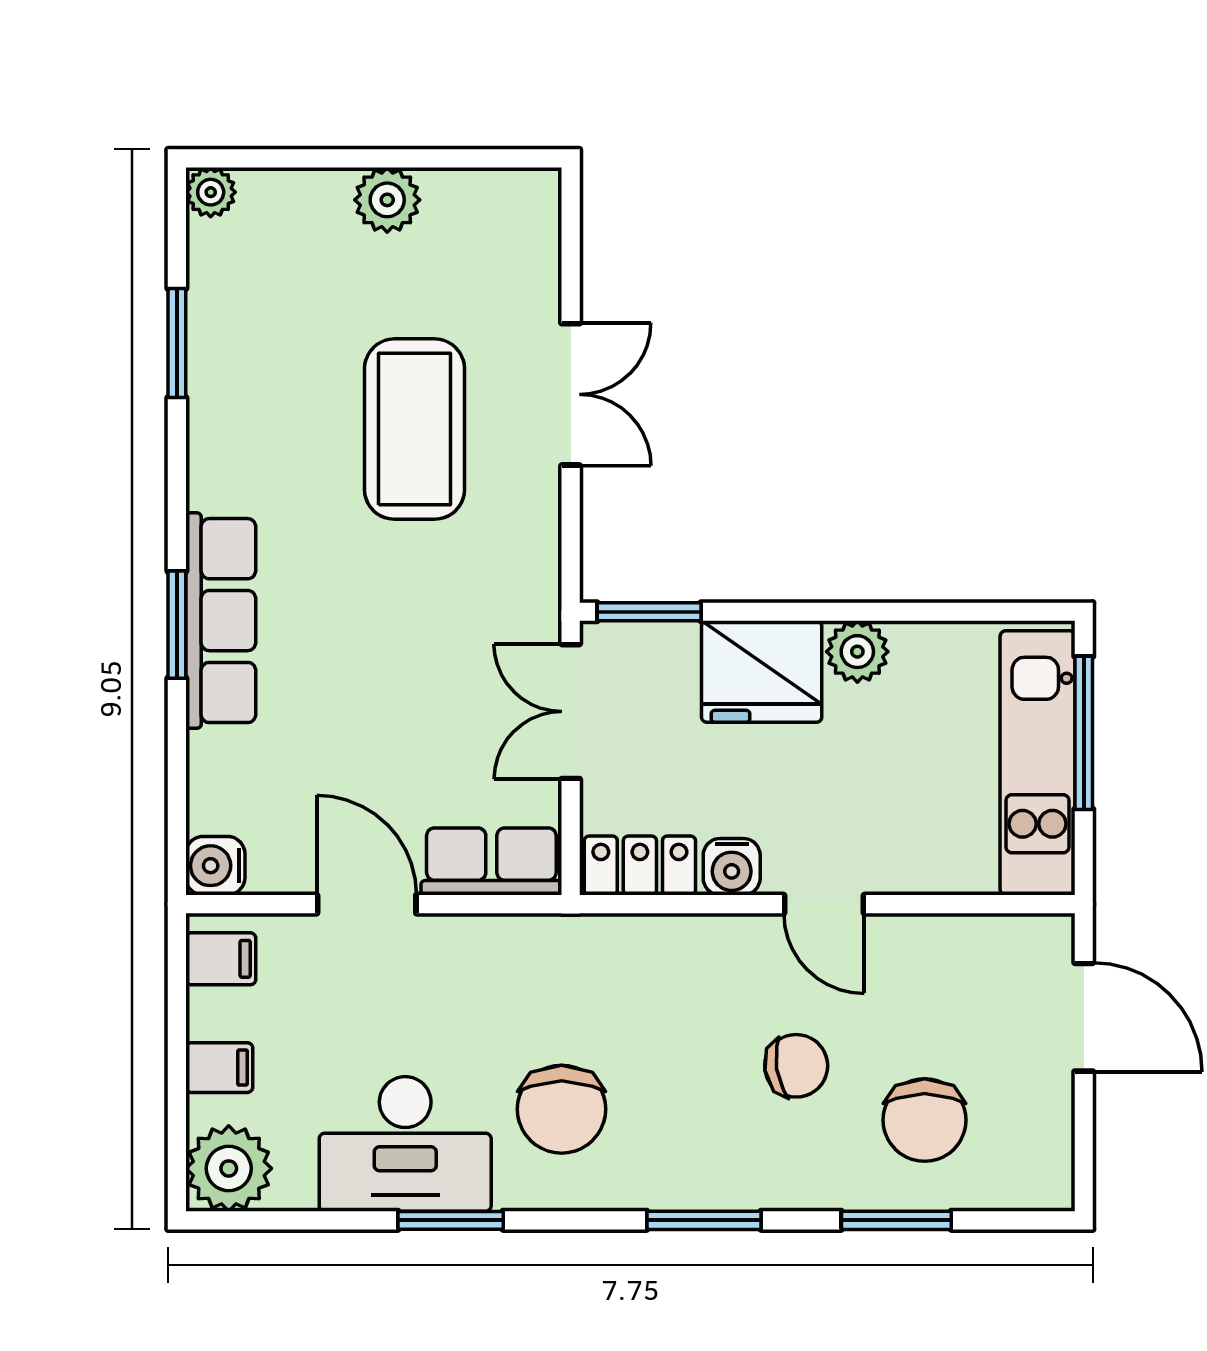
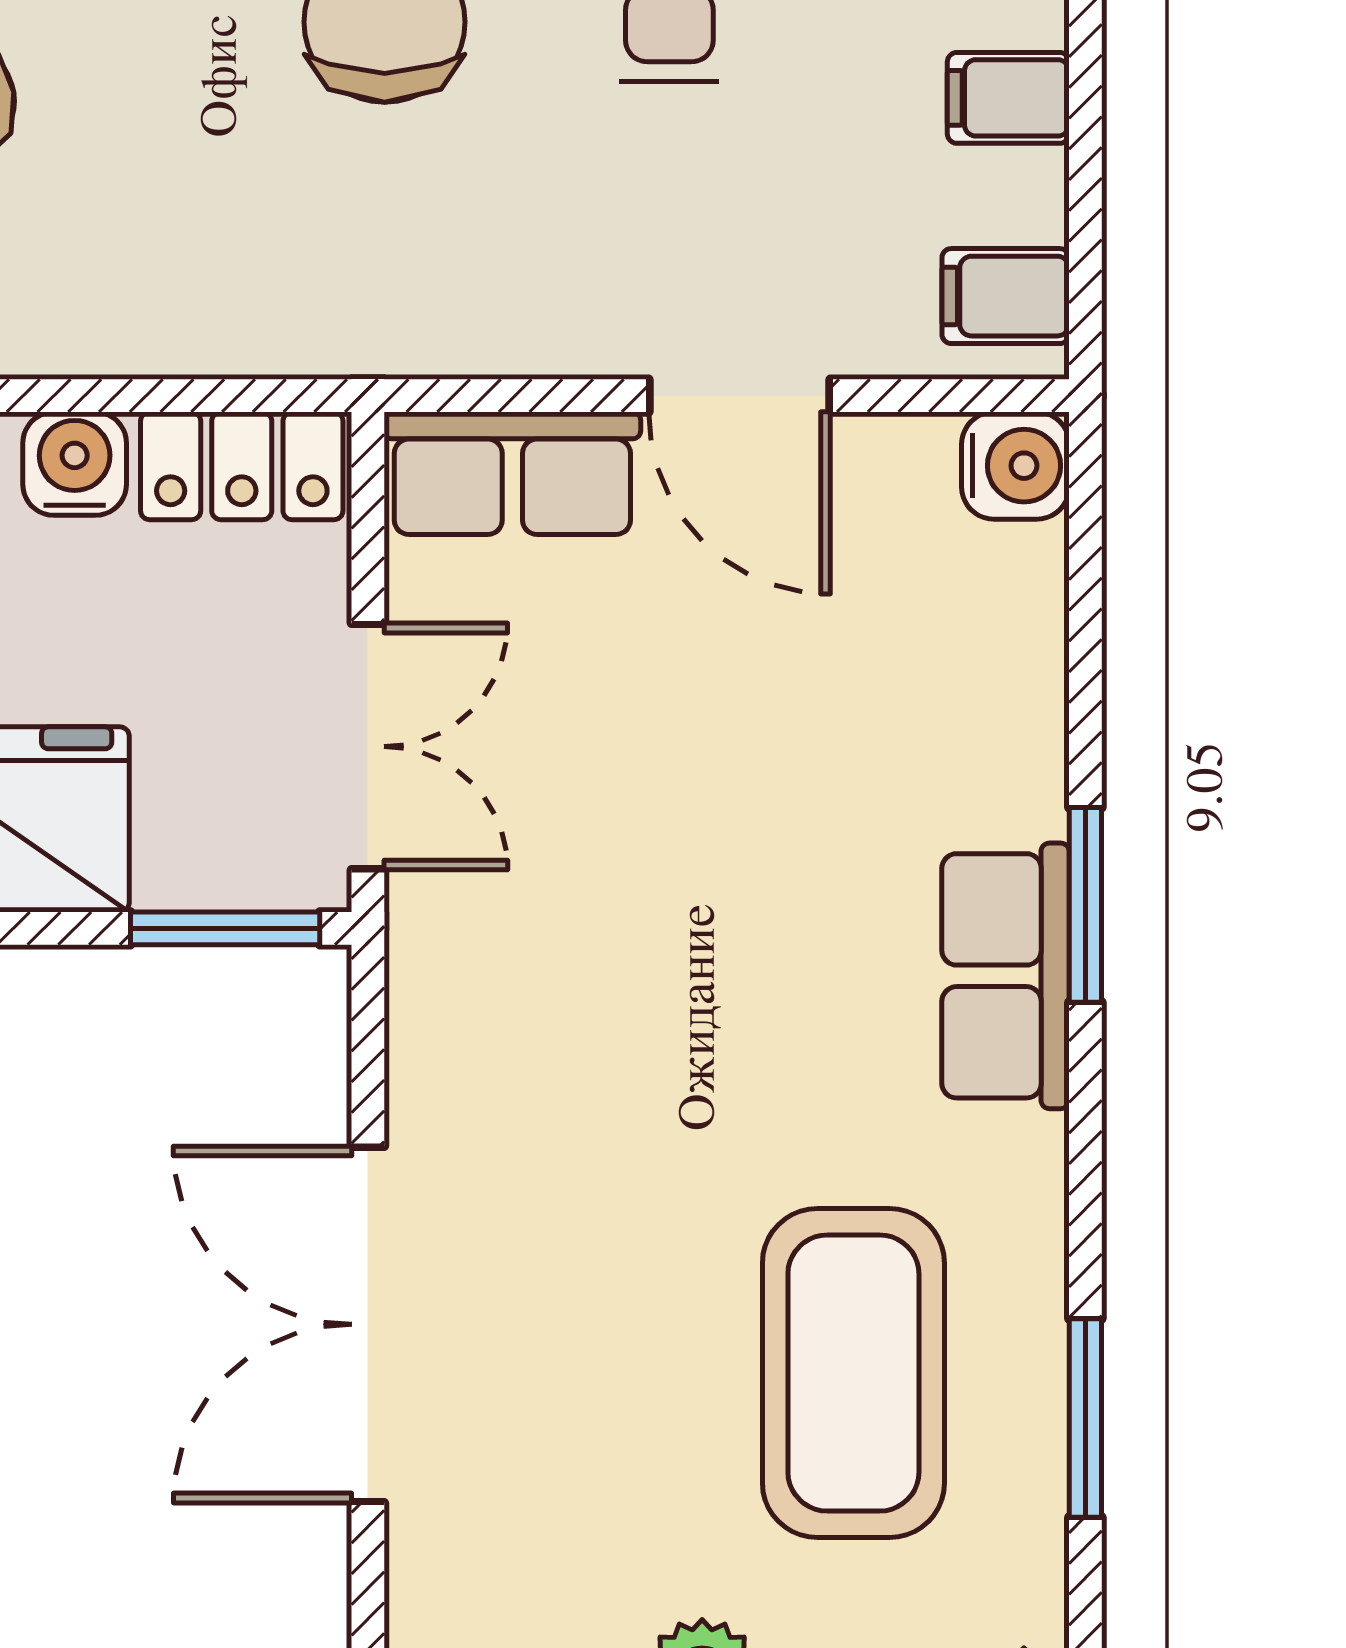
double door: (571, 394) -> (368, 1324), width x1.37
coffee table: (414, 429) -> (853, 1373), moved
row of seats: (221, 621) -> (1005, 976), width x0.68

